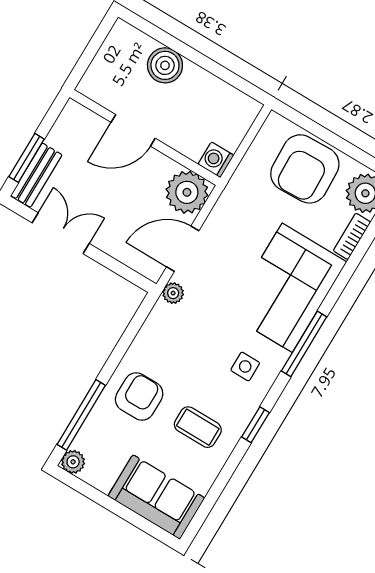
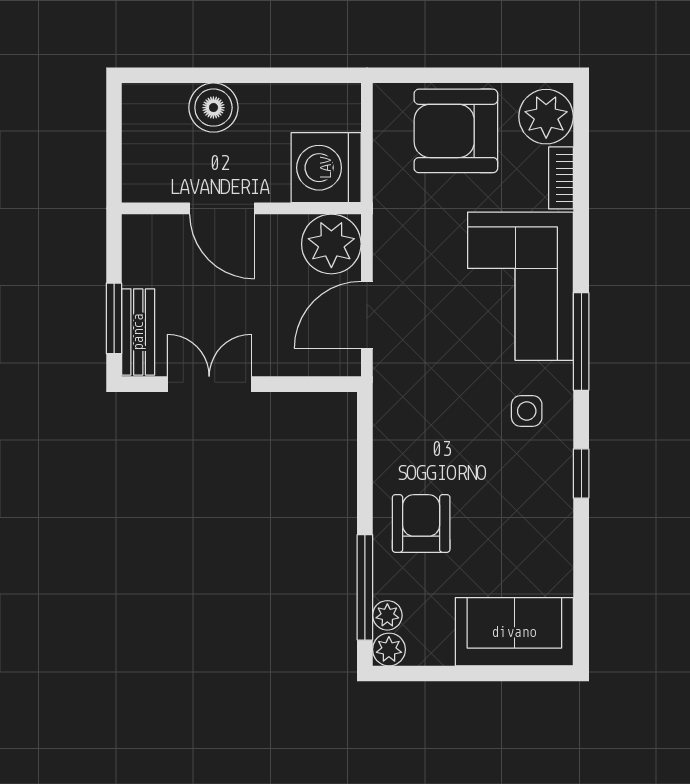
door: (133, 130) -> (222, 208), hinge flipped
washing machine: (216, 160) -> (326, 168), width x1.89, depth x1.89
armchair: (305, 169) -> (456, 131), turned 92
plant: (173, 293) -> (387, 615), moved
coffee table: (198, 427) -> (514, 518), removed

